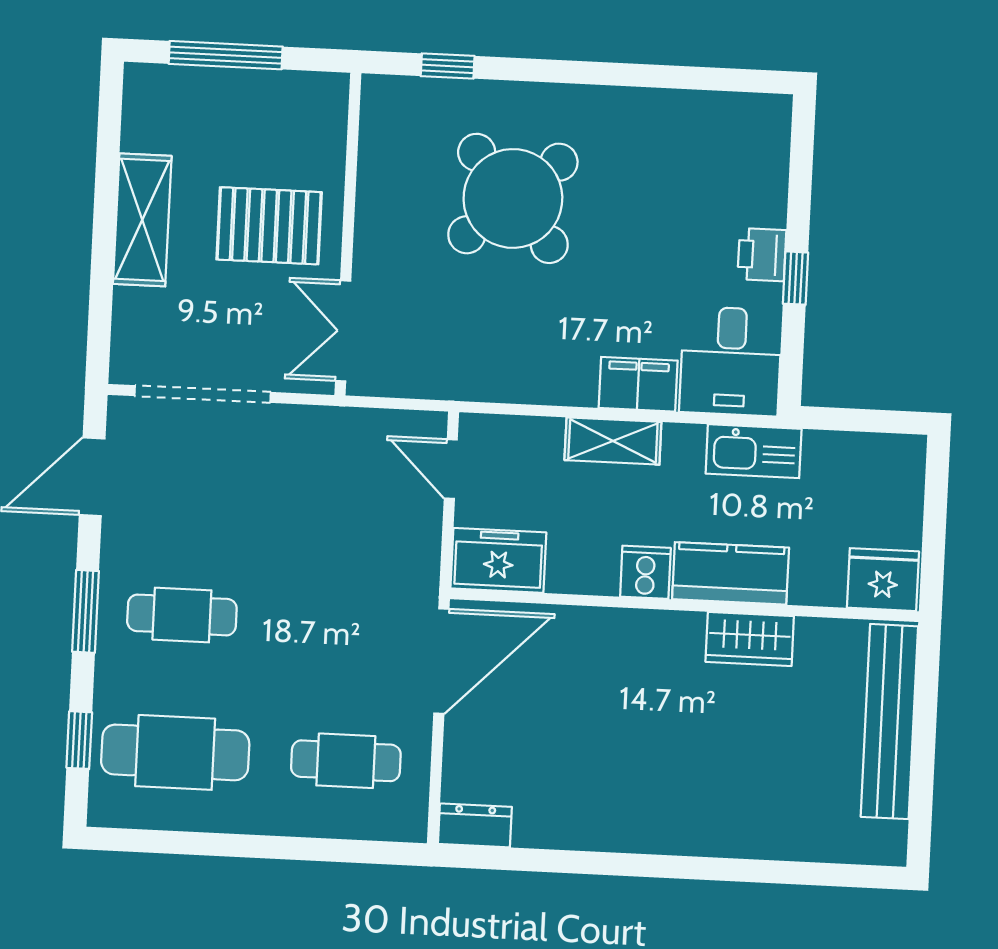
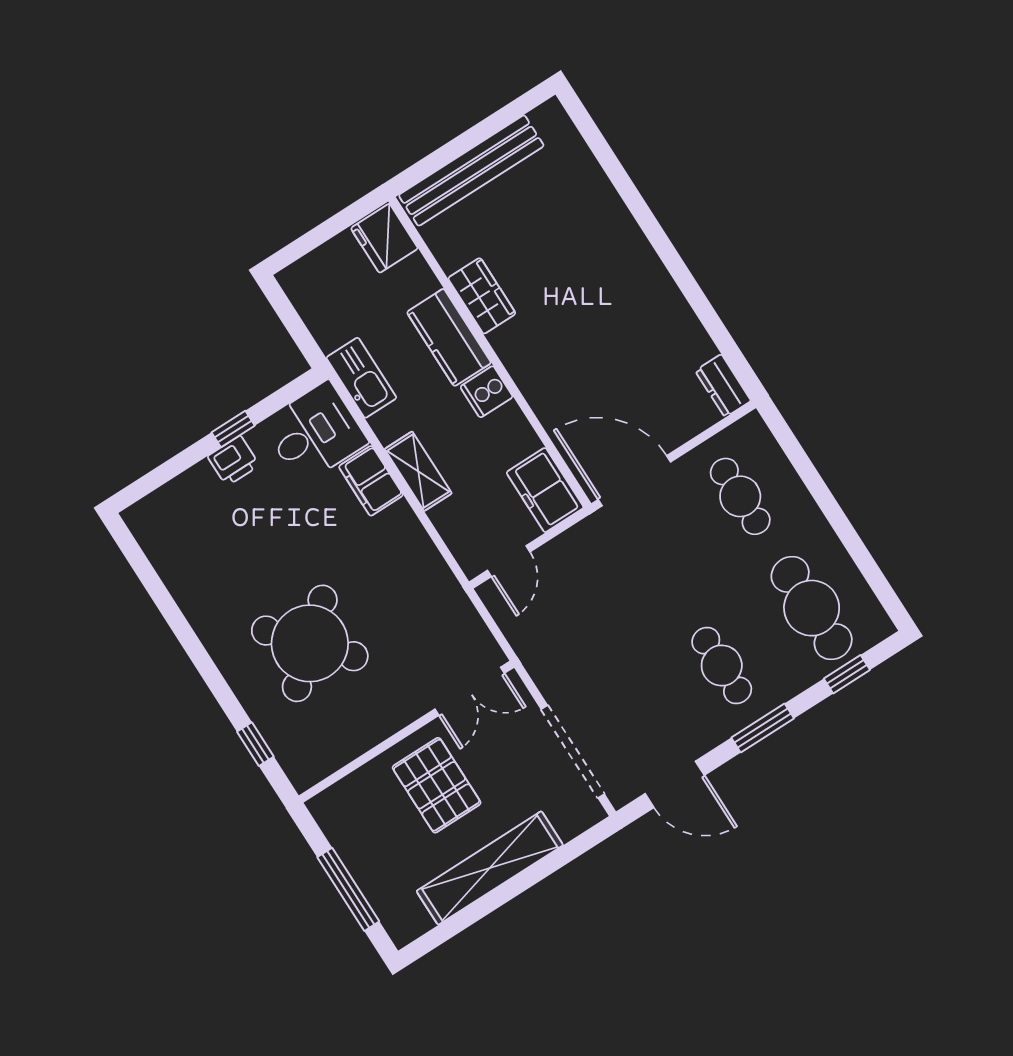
shelving: (142, 220) -> (490, 868), width x1.47

